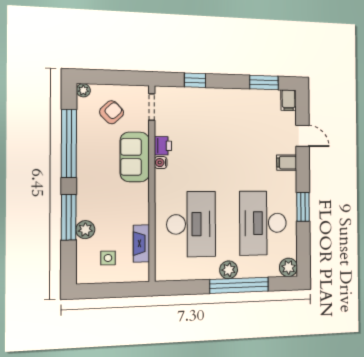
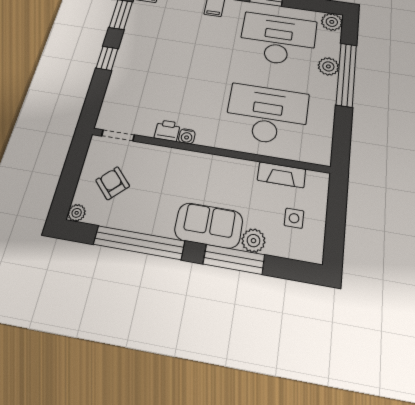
window: (195, 80) -> (107, 58), moved
sofa: (135, 157) -> (209, 225), moved, turned 180
desk: (263, 223) -> (278, 39), turned 180
plant: (229, 270) -> (328, 66), moved

